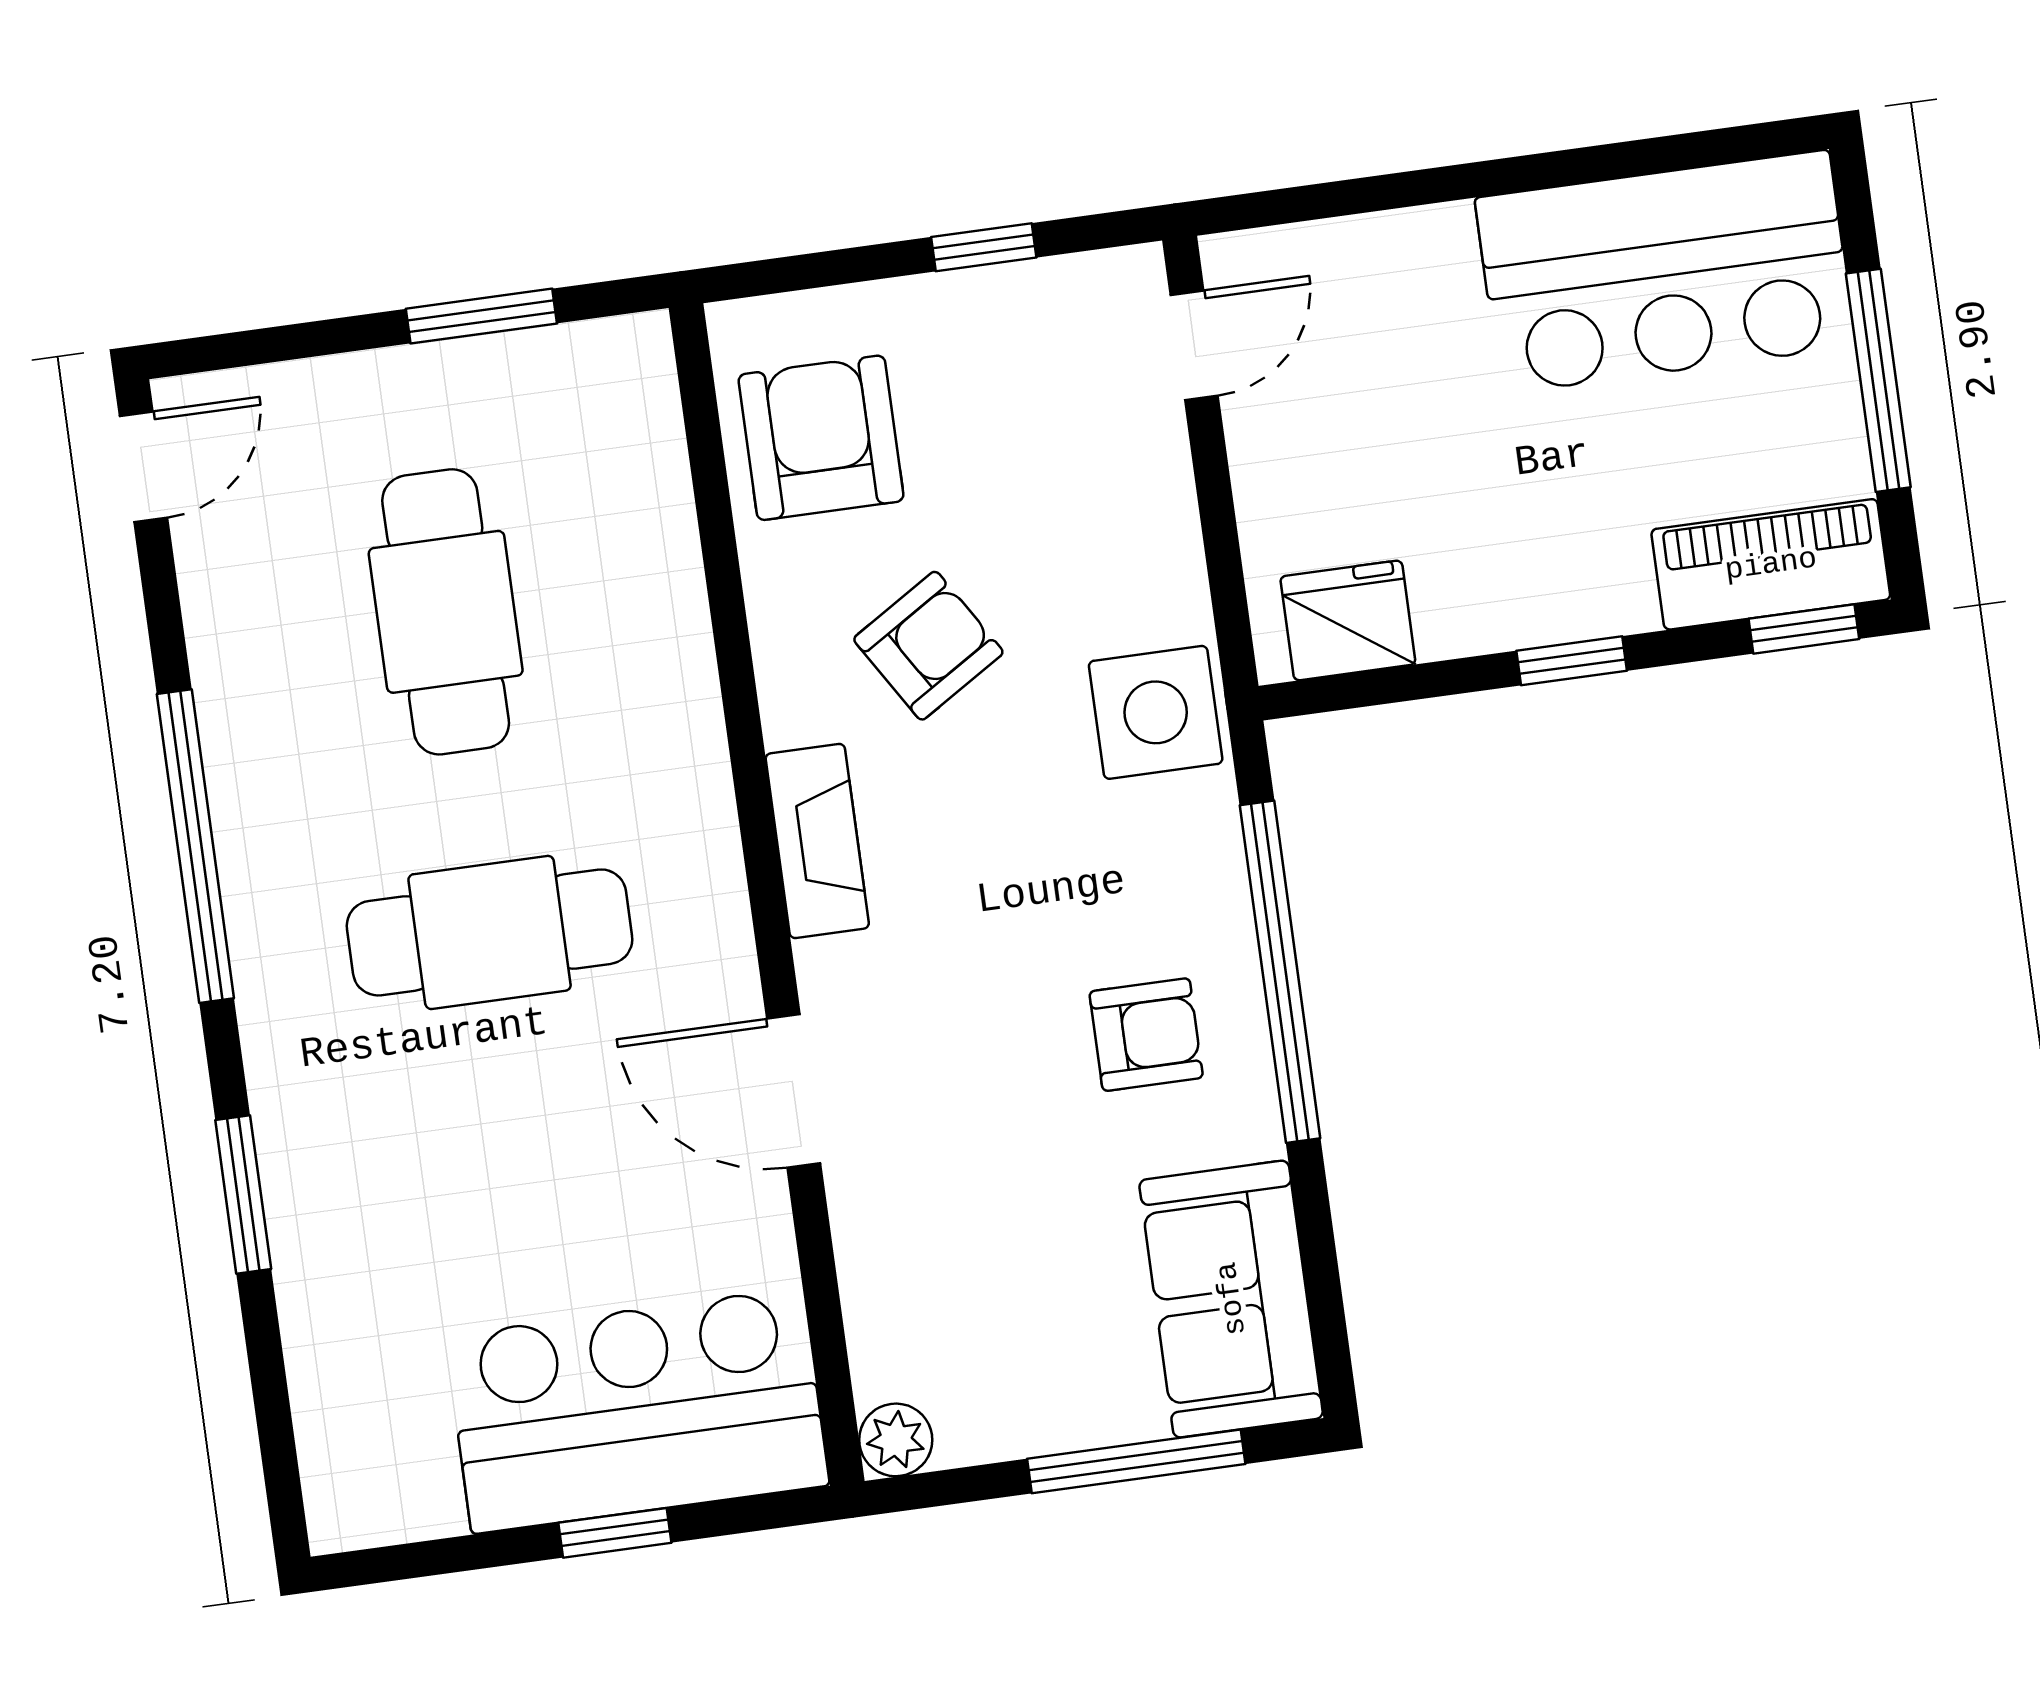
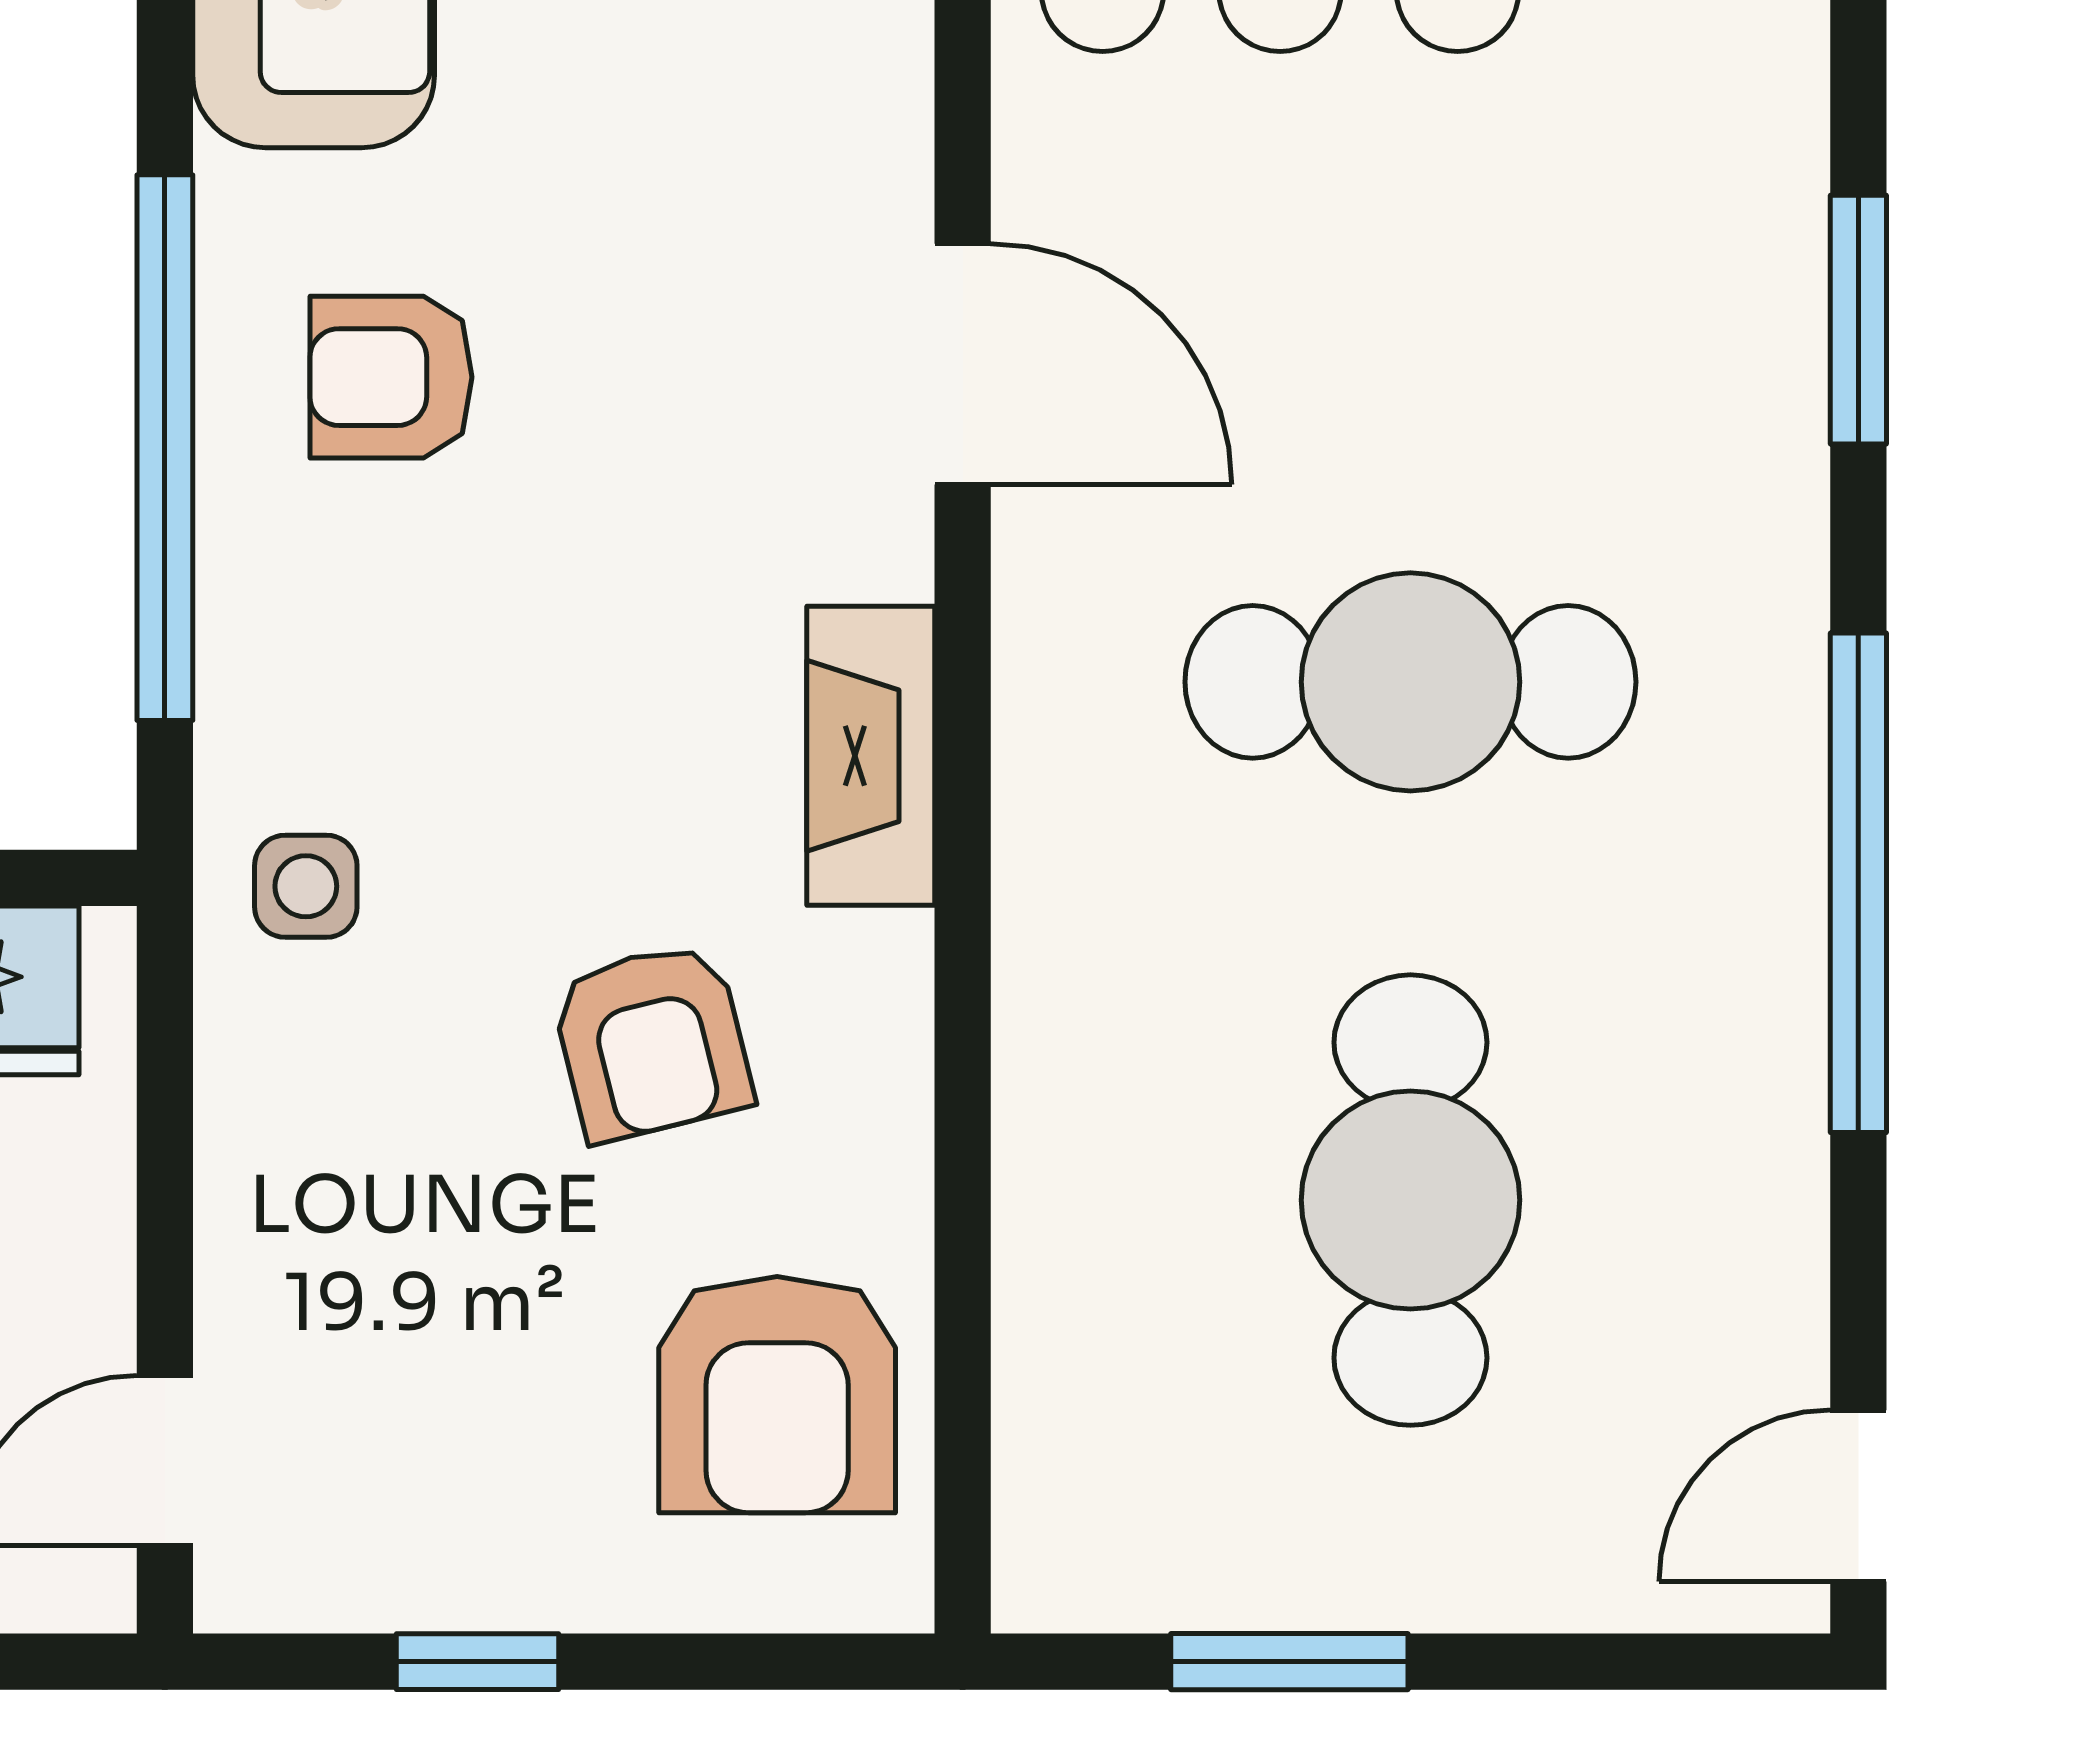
armchair: (928, 646) -> (652, 1041), turned -72
side table: (1156, 712) -> (306, 886), width x0.54, depth x0.54

